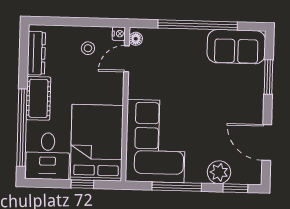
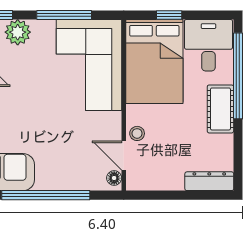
nightstand: (119, 34) -> (133, 183), removed
stool: (88, 48) -> (137, 133), moved
dresser: (36, 53) -> (209, 181), moved, turned 90
door: (127, 59) -> (124, 156), swing flipped

